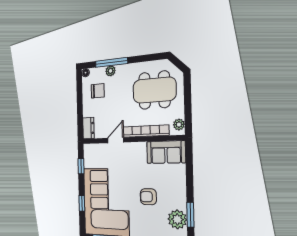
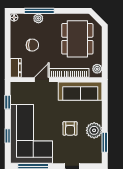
dining table: (154, 90) -> (77, 39), turned 90
chair: (98, 91) -> (32, 45), moved
sofa: (166, 152) -> (80, 91), width x1.36
armchair: (148, 197) -> (70, 128), turned -90
plant: (177, 219) -> (94, 130), moved

